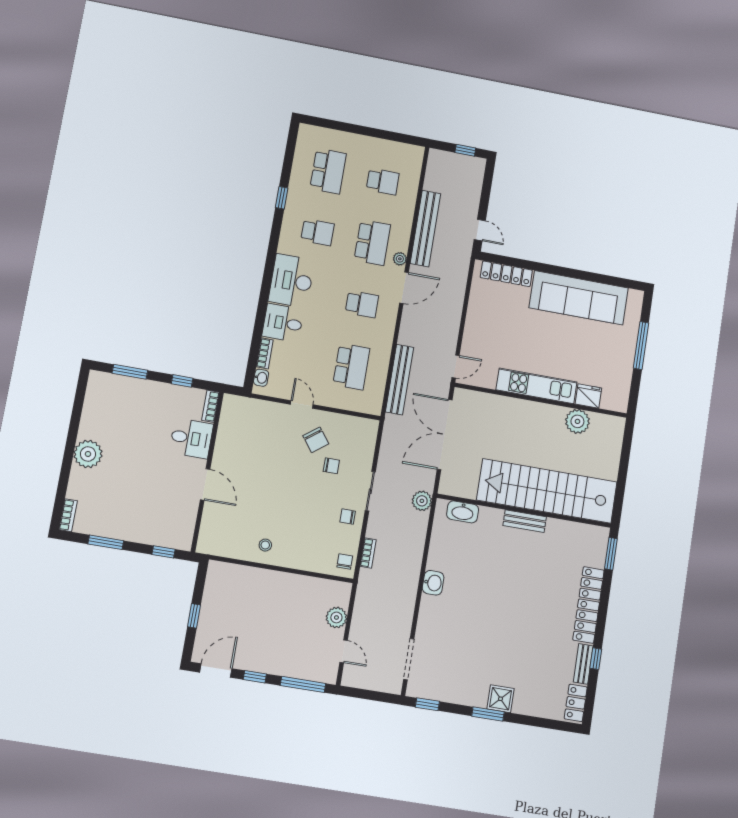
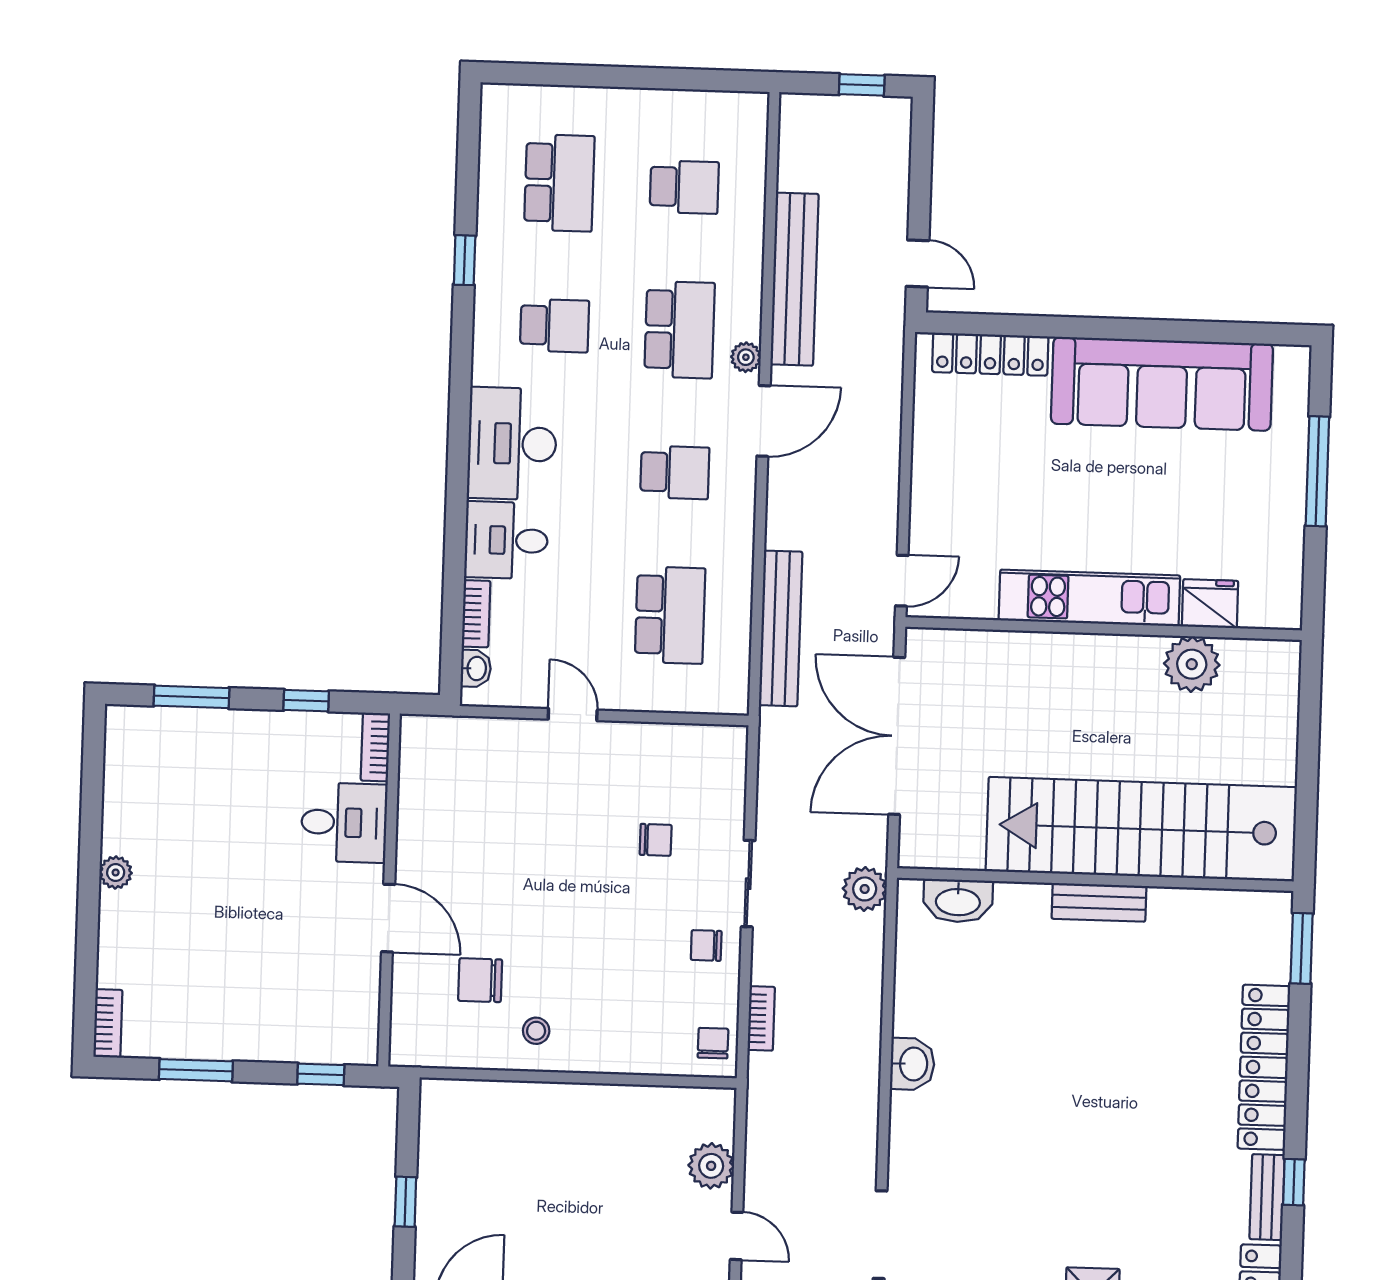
chair: (316, 440) -> (480, 980), moved, turned 127
plant: (88, 454) -> (116, 872), width x0.53, depth x0.53

